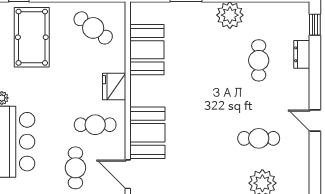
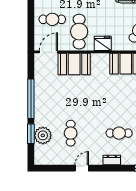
dresser: (302, 54) -> (112, 160), moved
cafe table: (95, 125) -> (79, 32), width x1.37, depth x1.35

